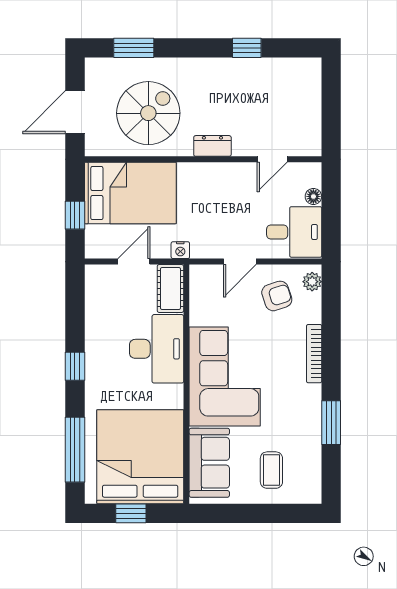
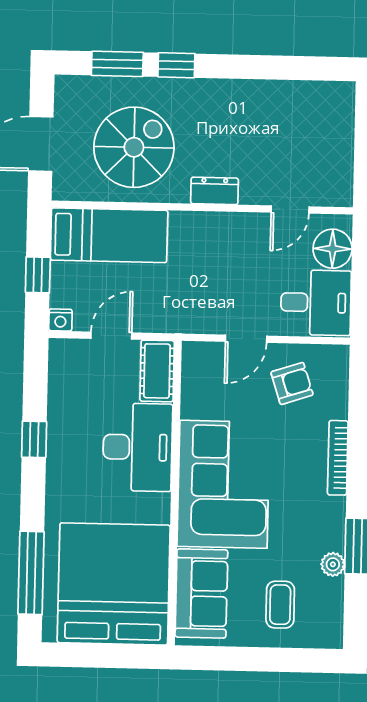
window: (247, 48) -> (176, 65), moved
bed: (130, 193) -> (109, 235), width x0.67
floor lamp: (313, 196) -> (333, 249), width x1.89, depth x1.89
nightstand: (180, 250) -> (60, 320), moved
plant: (312, 282) -> (333, 564), moved
window: (75, 366) -> (34, 439), moved
window: (131, 513) -> (100, 656), removed

